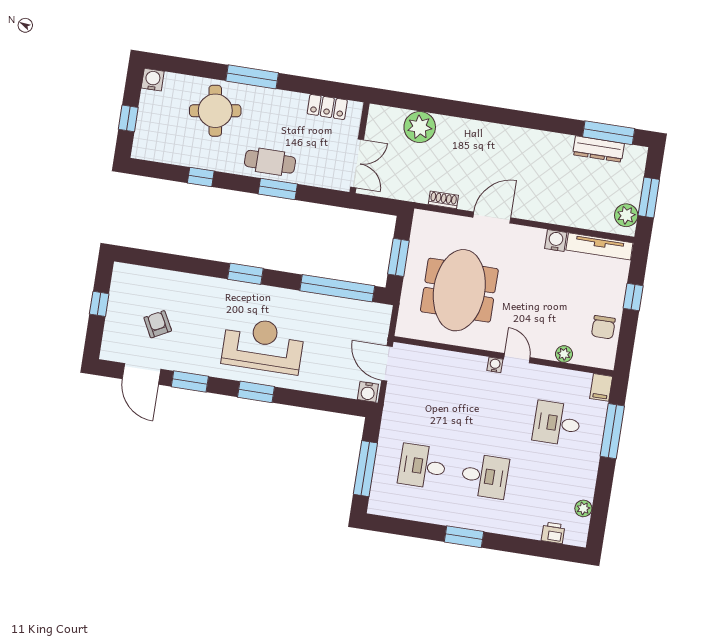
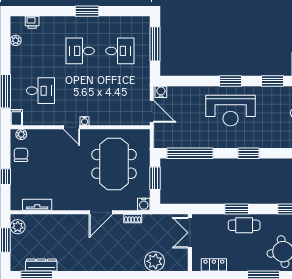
water cooler: (556, 240) -> (144, 204), moved
tv unit: (599, 246) -> (37, 205), width x0.71
plant: (564, 354) -> (21, 134), moved

